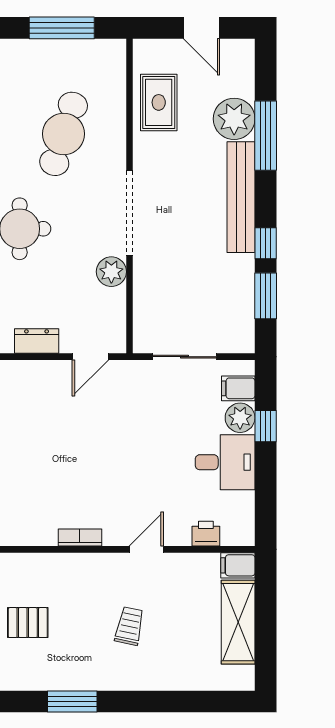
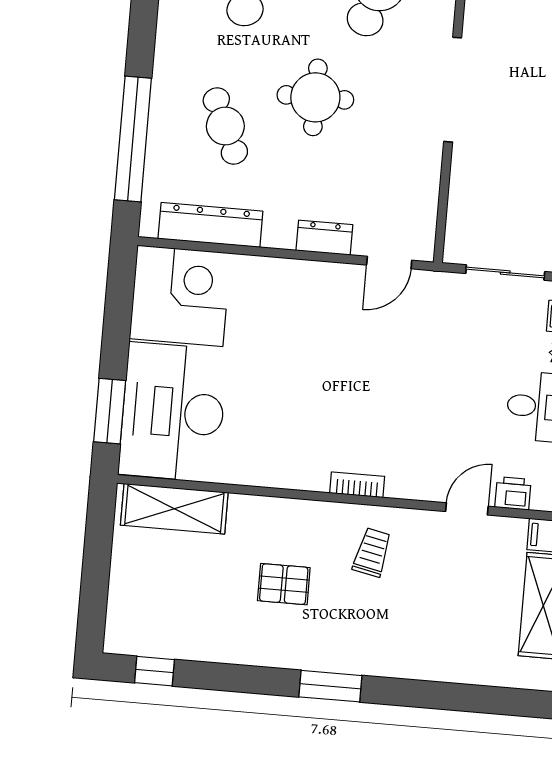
plant: (111, 272) -> (424, 160), removed
door: (146, 549) -> (467, 509), moved
trolley: (129, 626) -> (372, 552), moved

